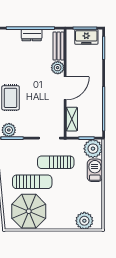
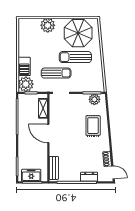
dresser: (32, 35) -> (89, 177), moved
plant: (58, 68) -> (55, 150), removed
door: (65, 88) -> (48, 133), hinge flipped
plant: (84, 221) -> (48, 25), moved

